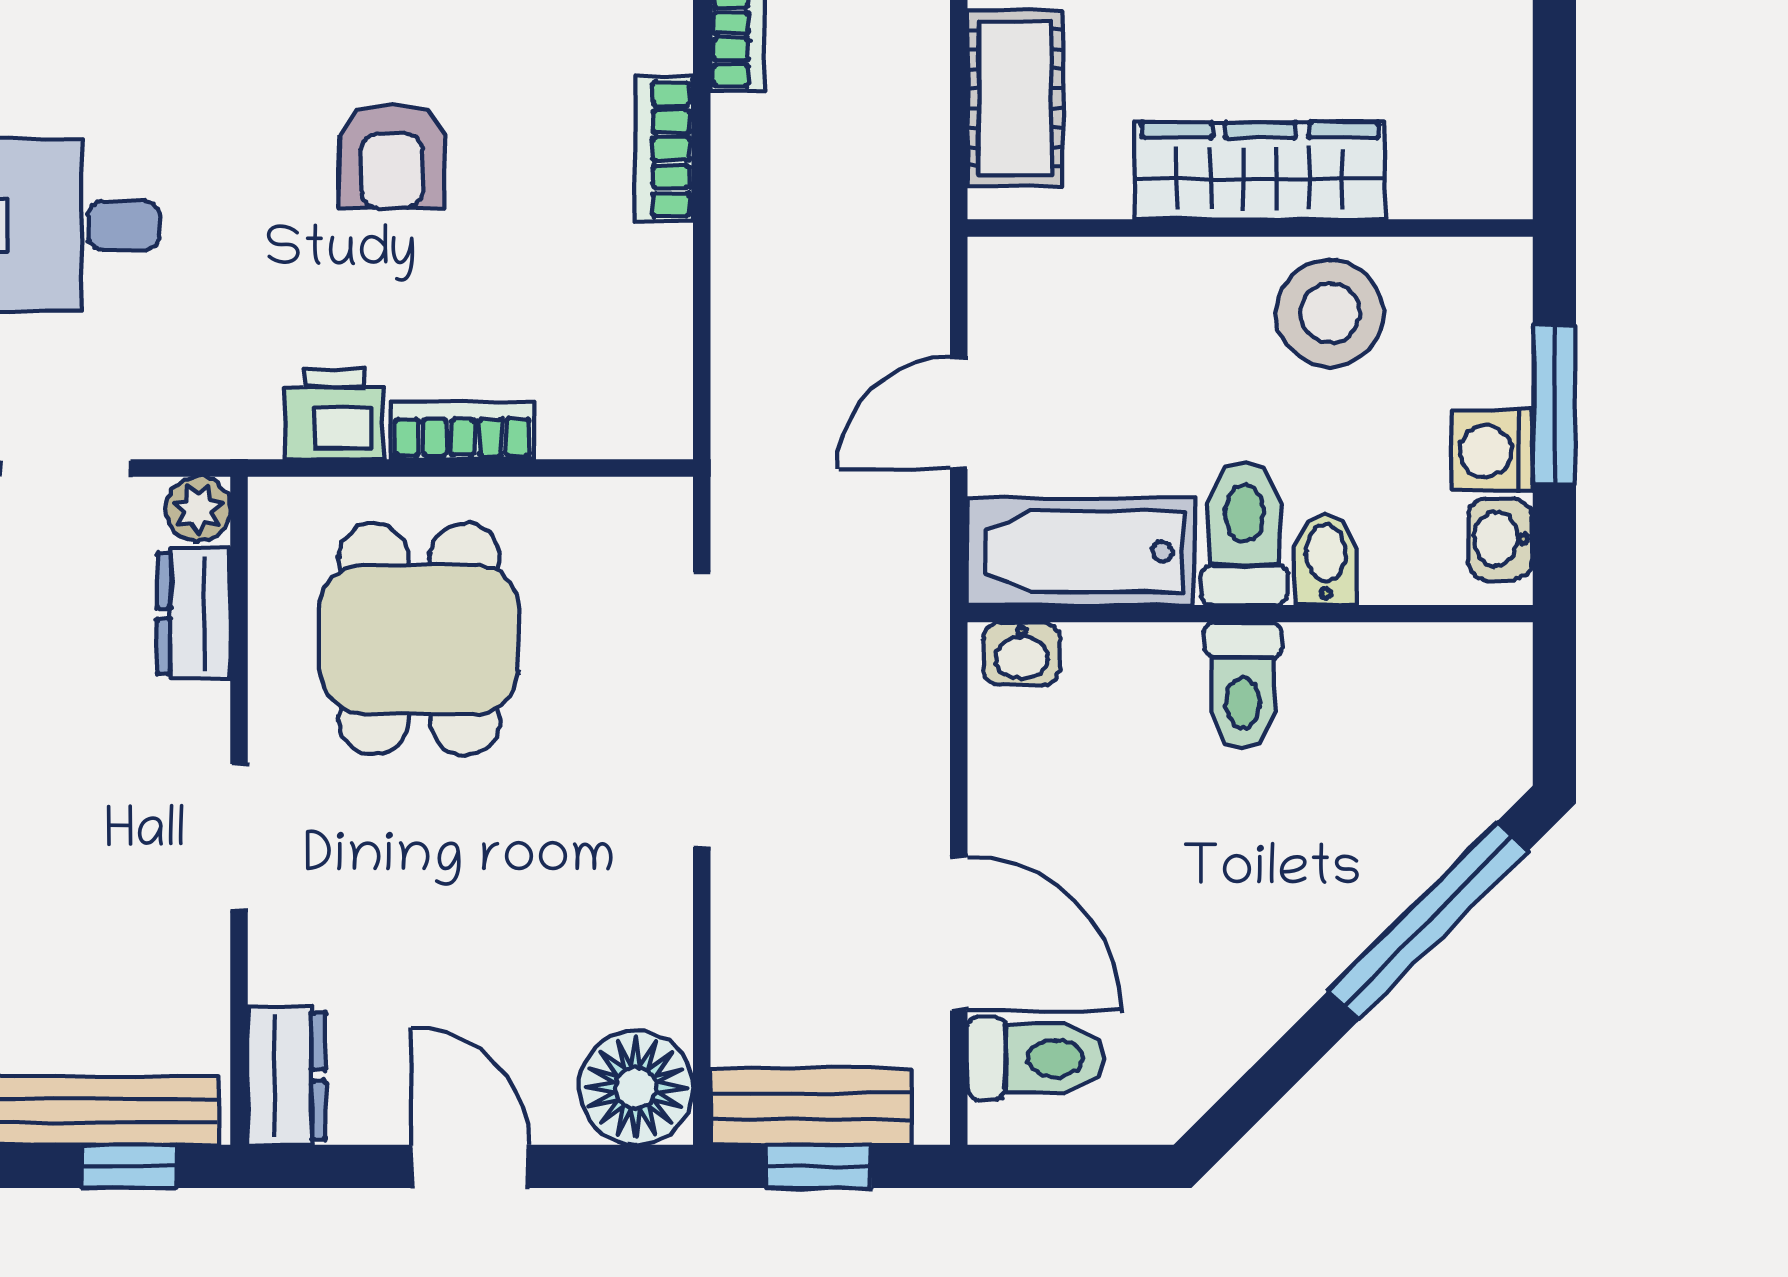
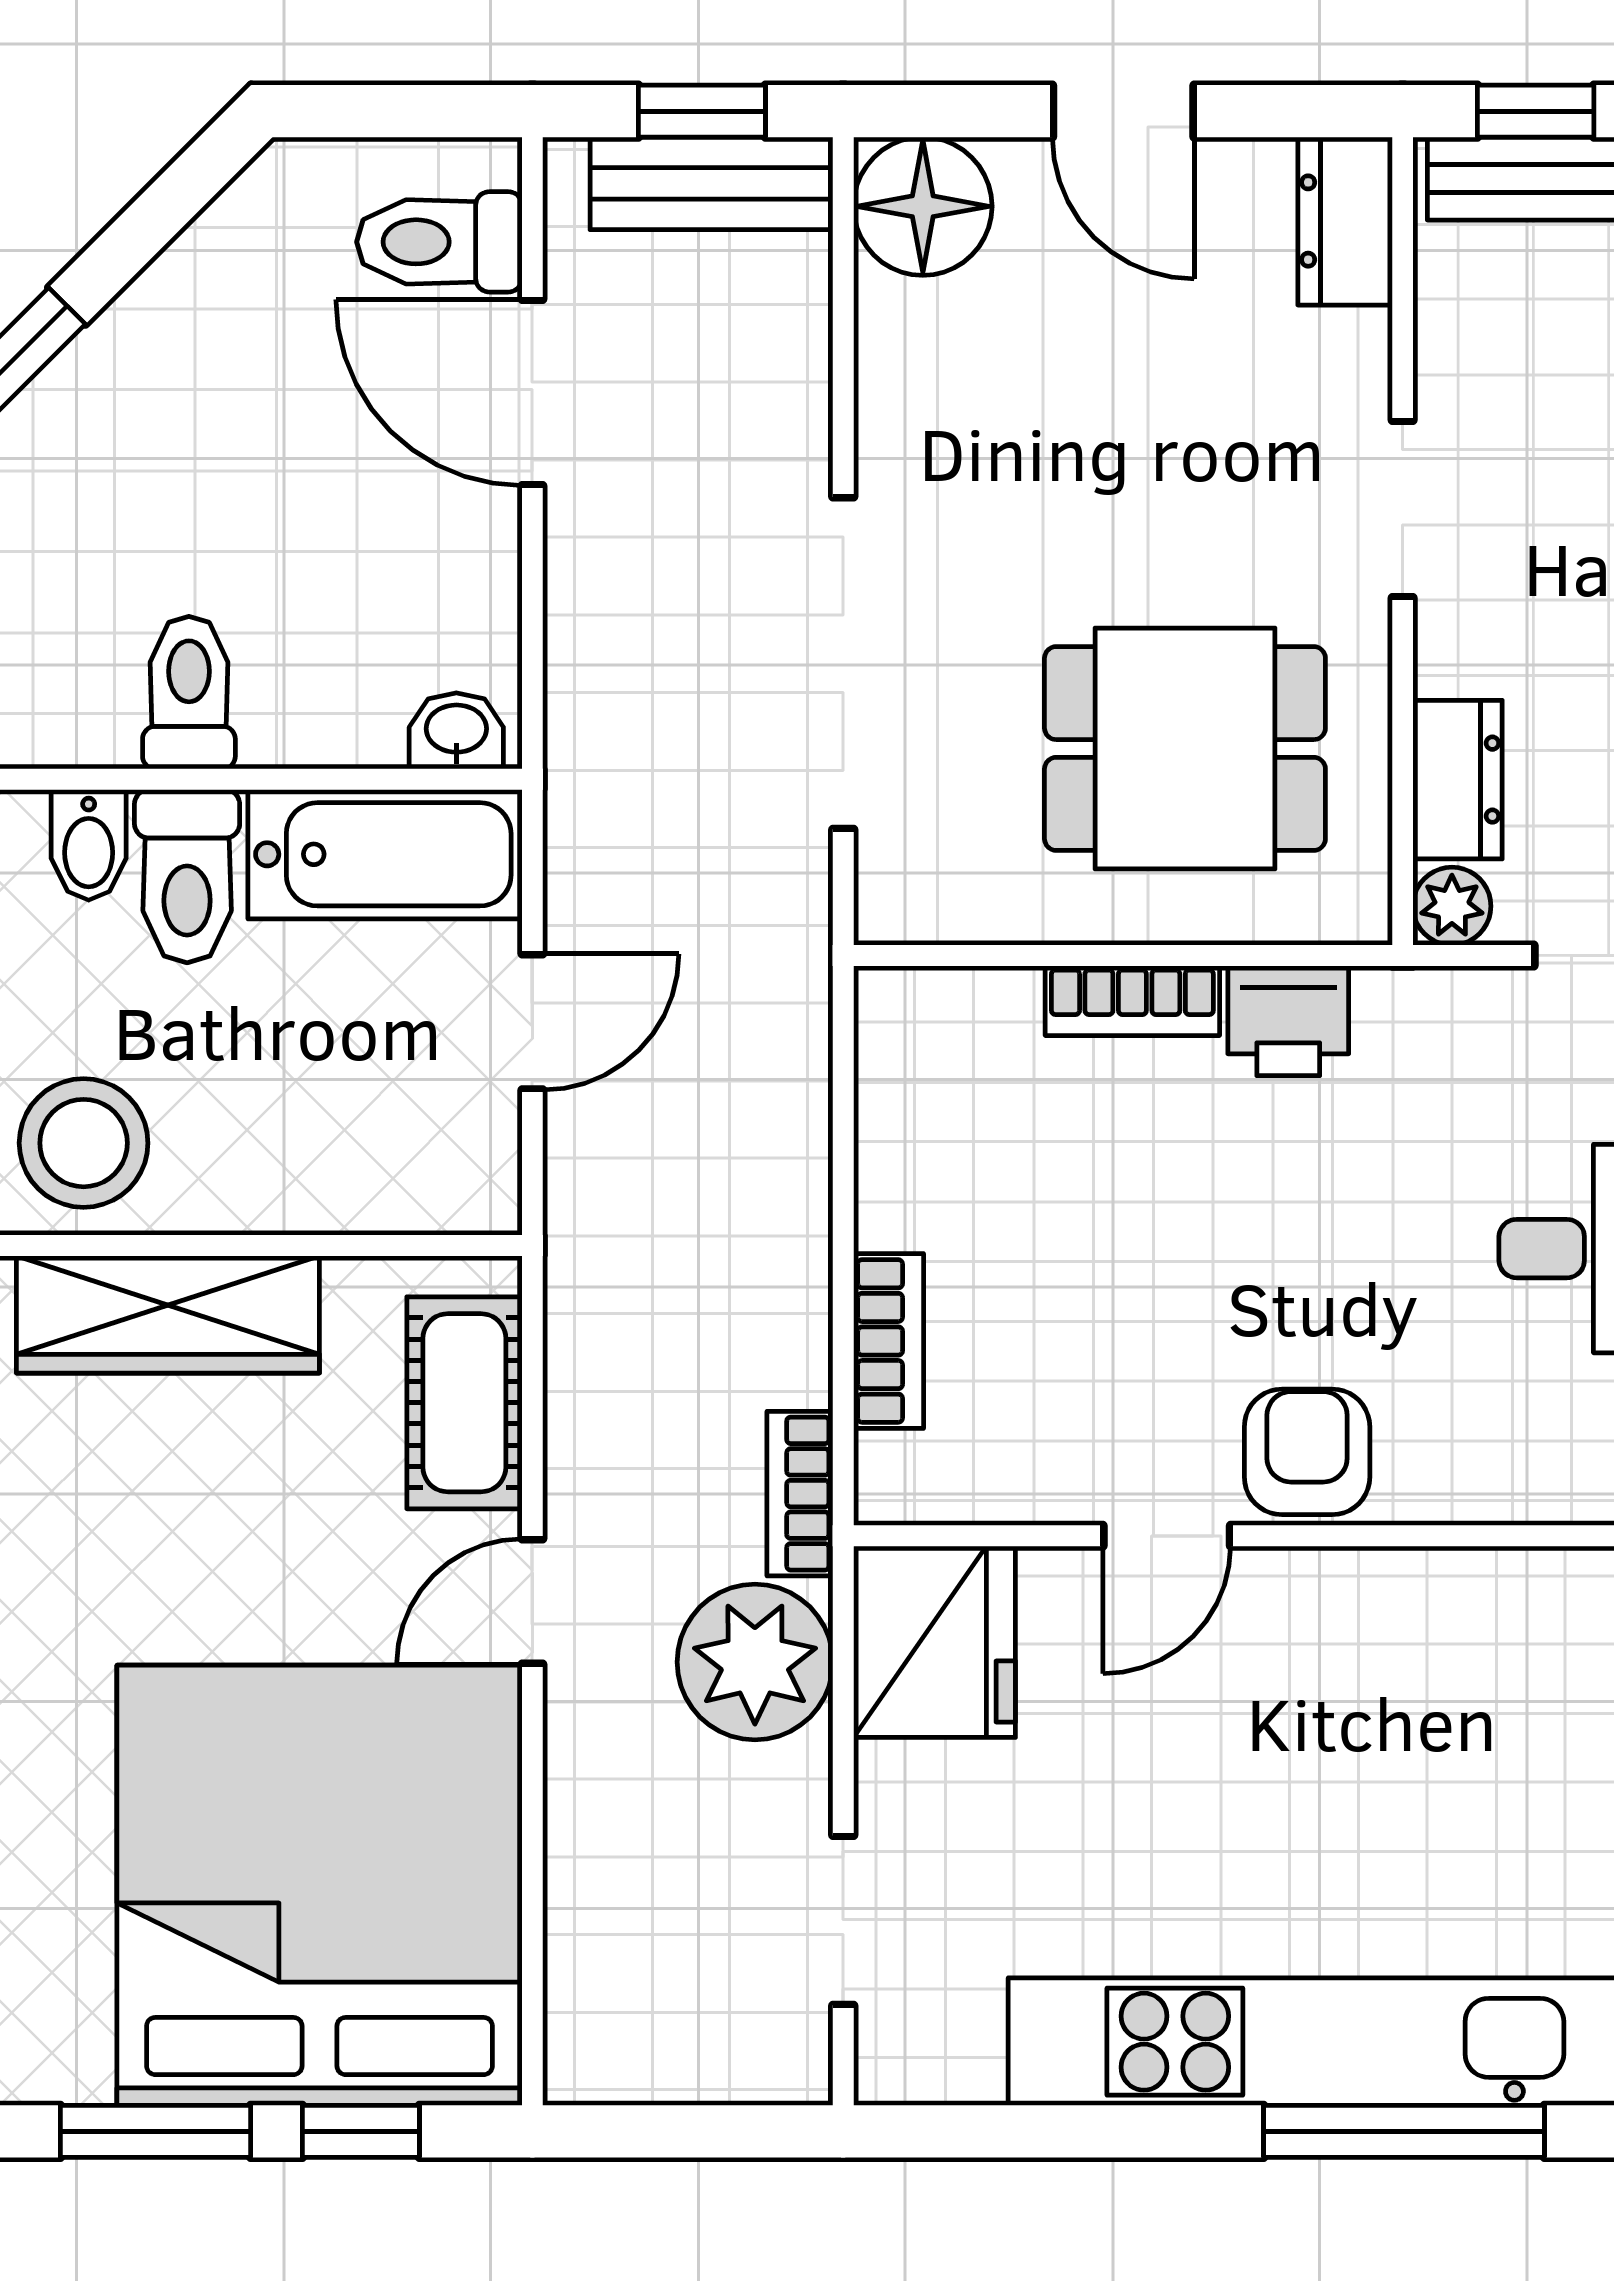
armchair: (392, 156) -> (1307, 1452), moved
dining table: (419, 639) -> (1185, 748), turned 90

